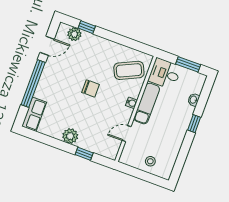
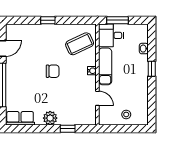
window: (87, 27) -> (48, 20), moved
plant: (74, 34) -> (22, 30), removed
window: (188, 64) -> (118, 20), moved
row of seats: (34, 114) -> (20, 118), moved, turned -90
door: (127, 134) -> (97, 98), swing flipped

